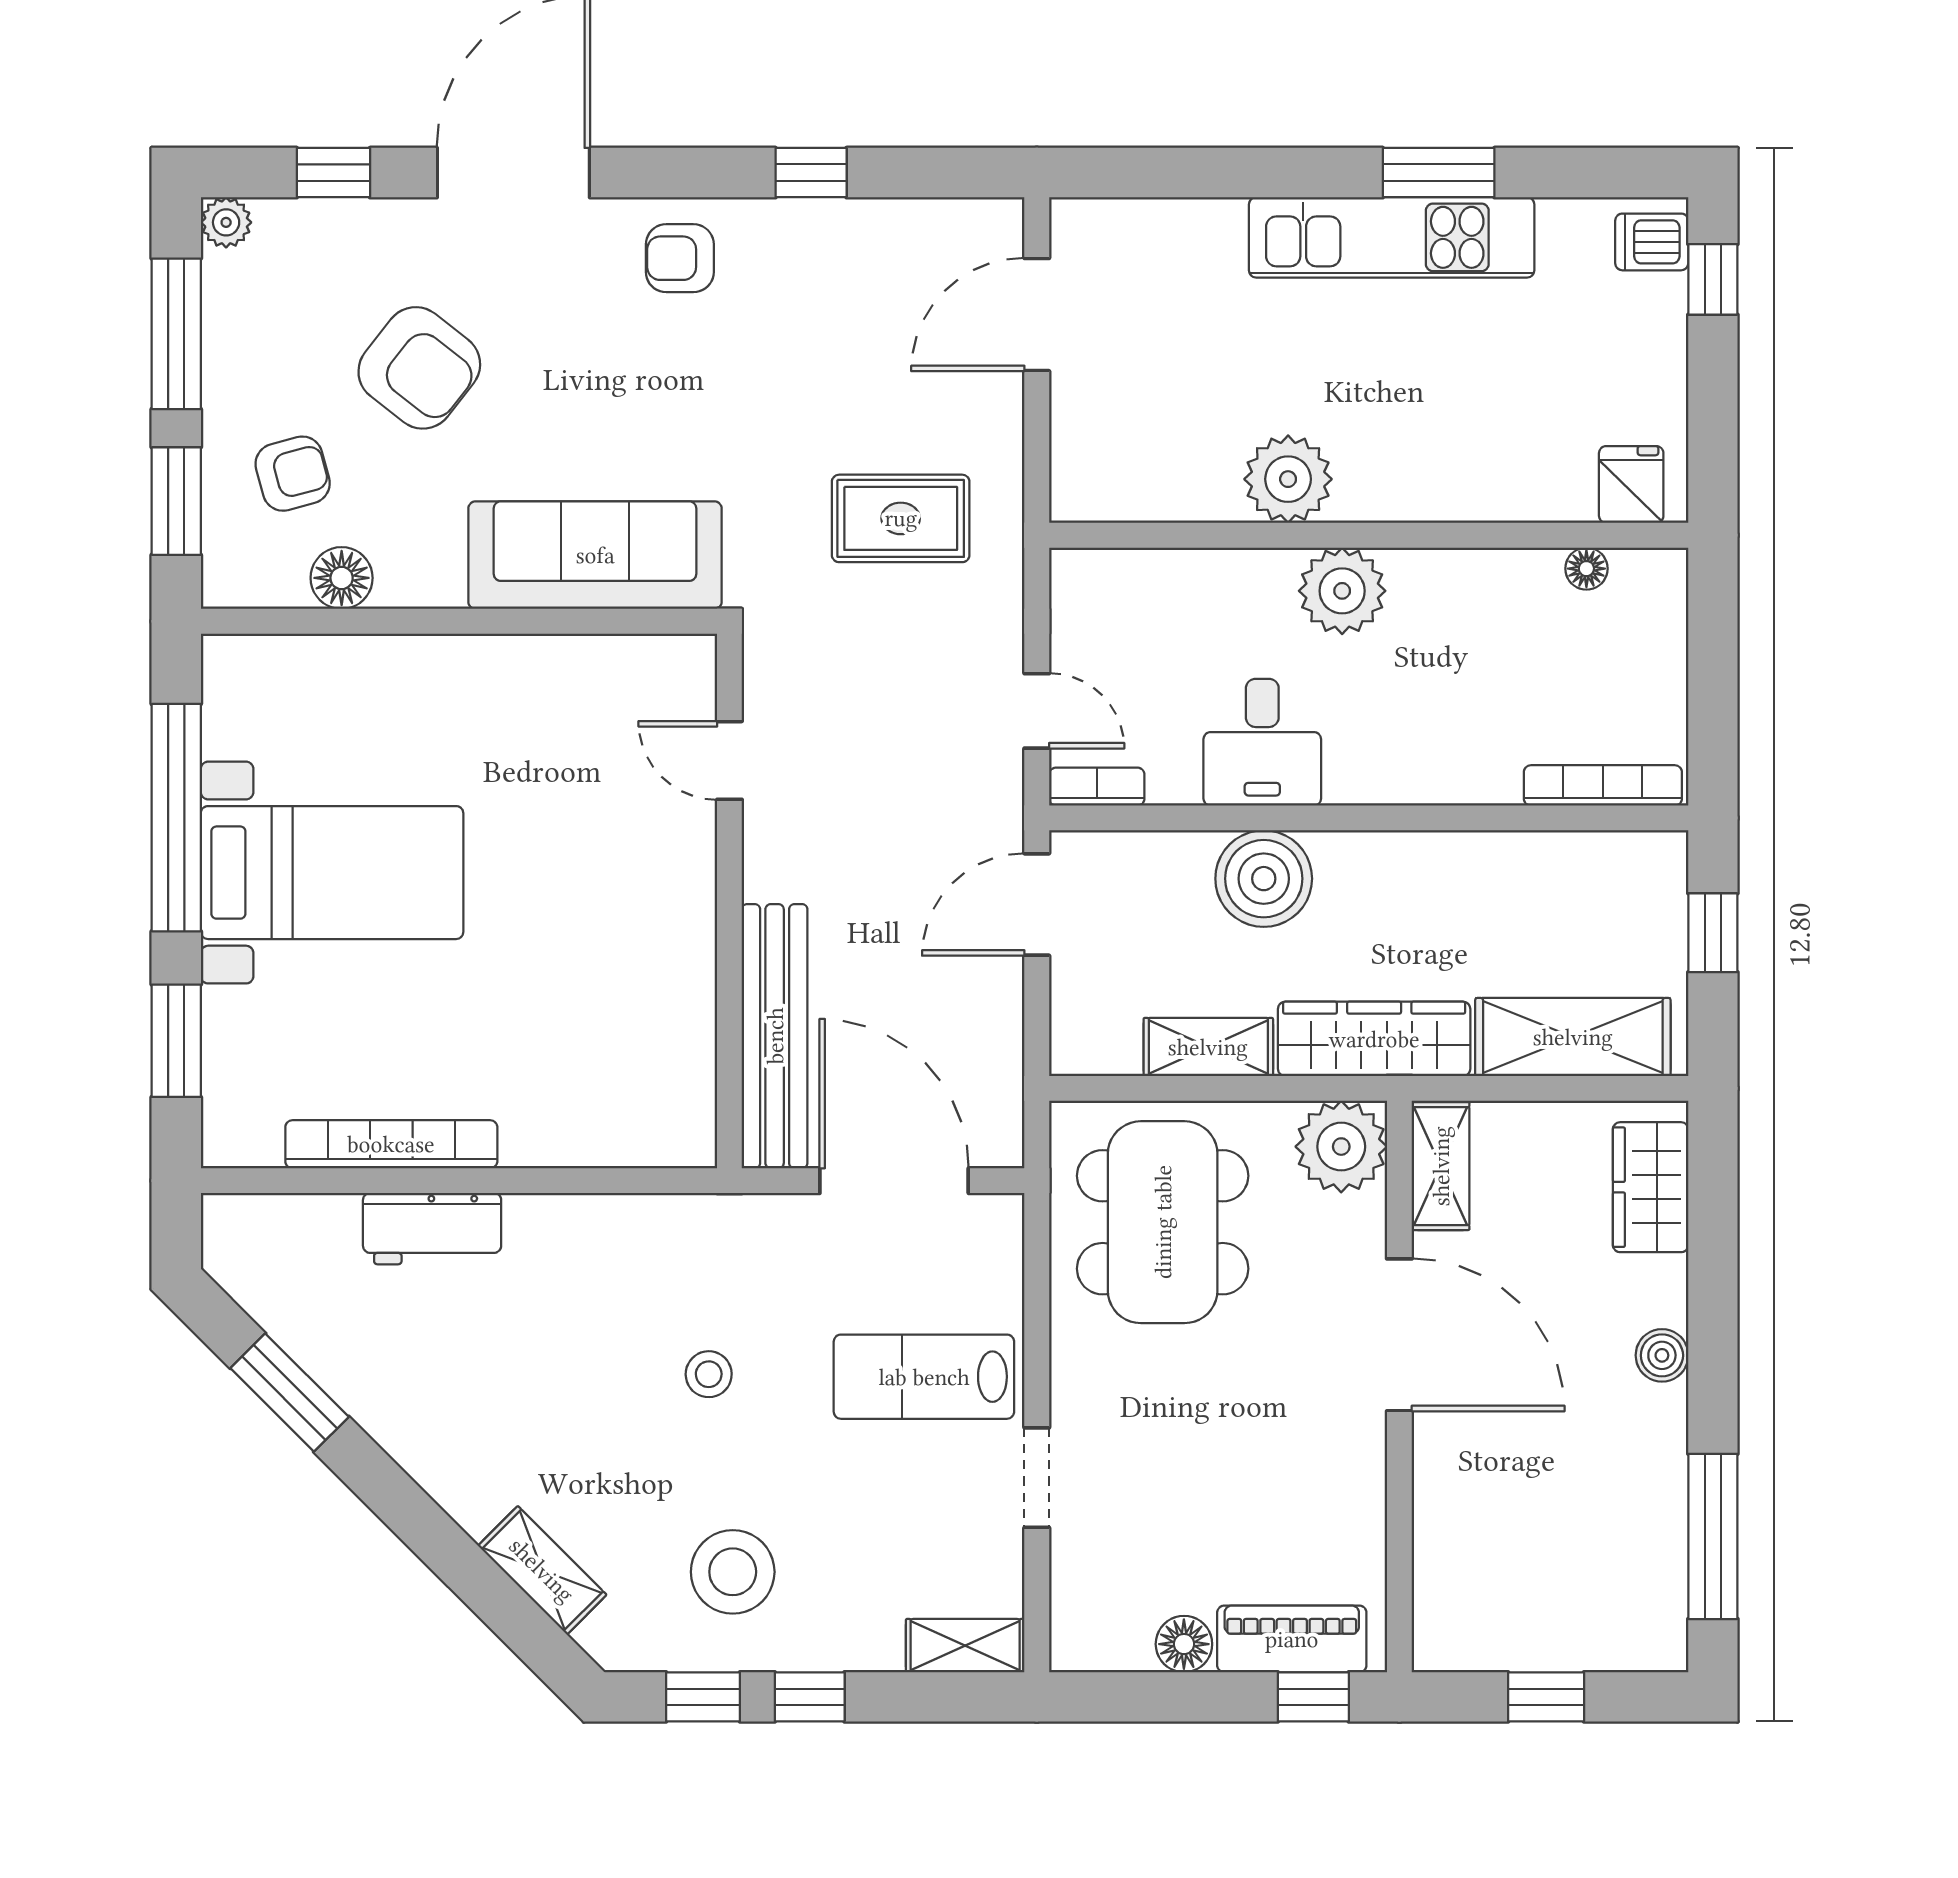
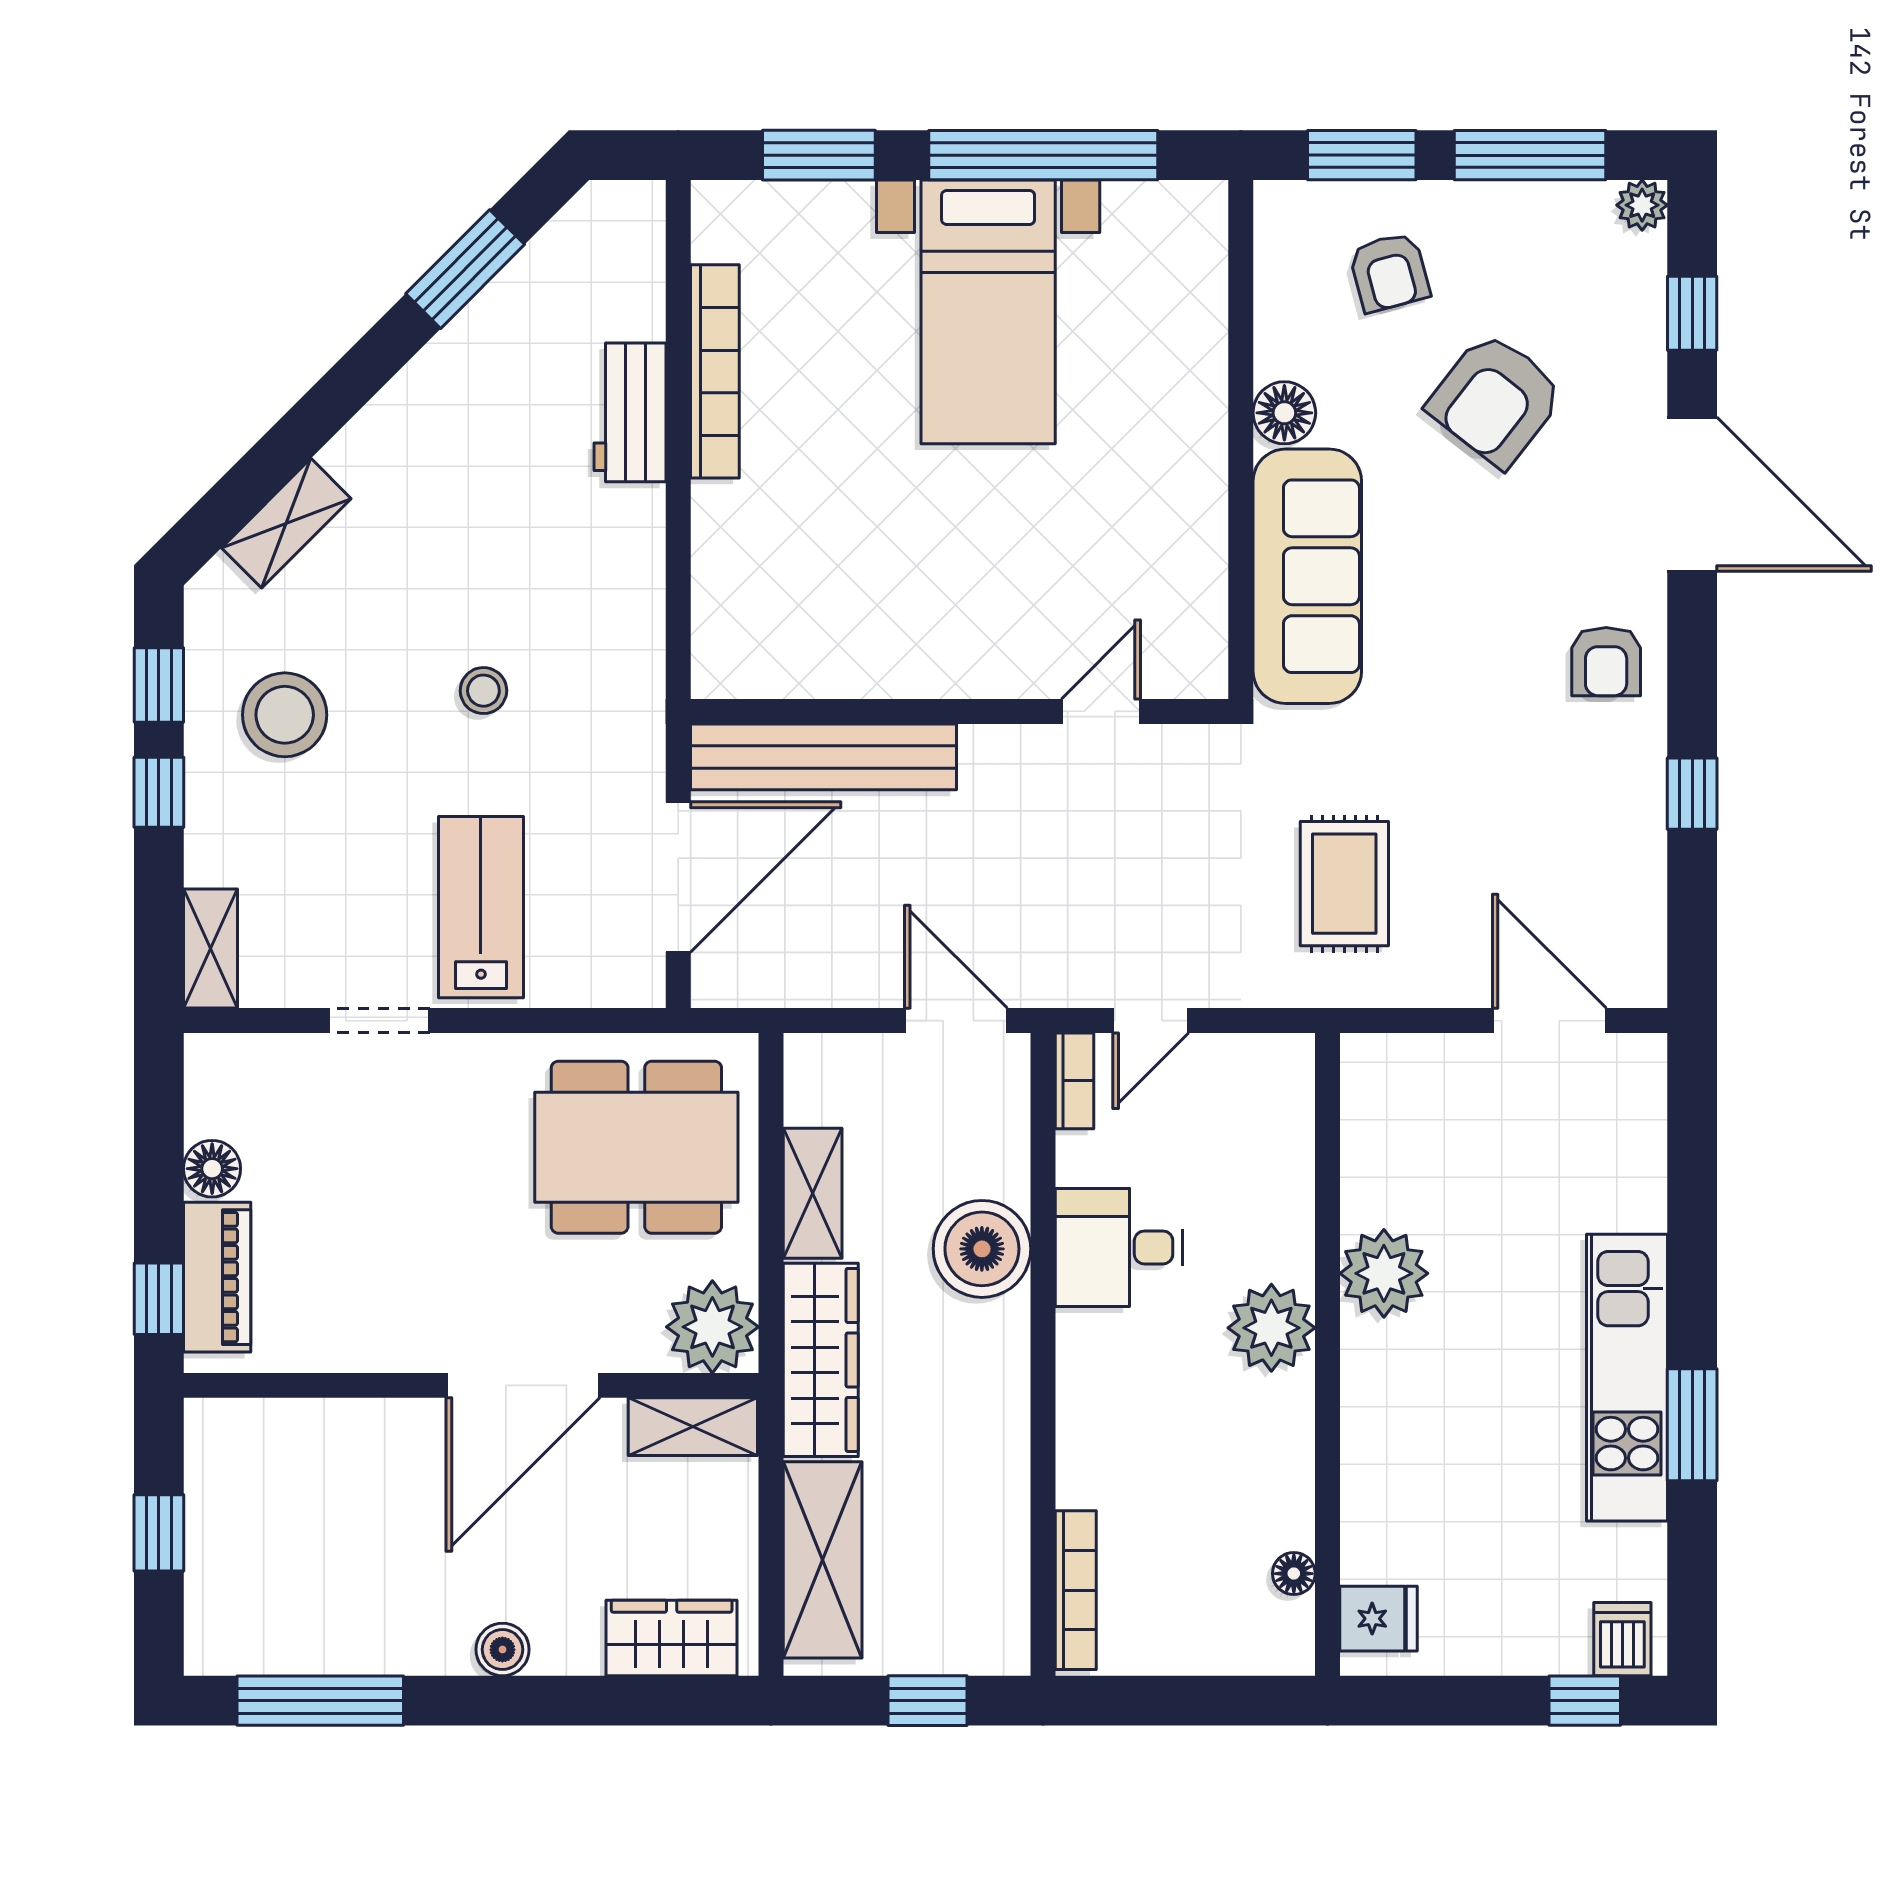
armchair: (680, 258) -> (1606, 662), turned 180
floor lamp: (342, 578) -> (1284, 413), moved

